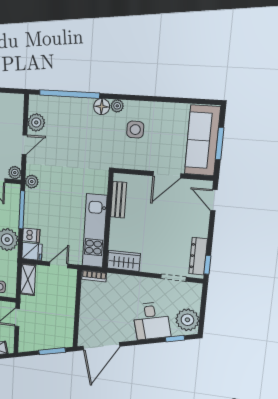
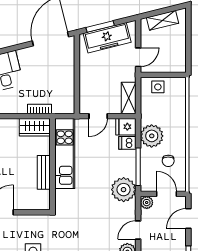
plant: (32, 182) -> (124, 190), width x1.87, depth x1.87
bench: (119, 200) -> (44, 172), moved
bookcase: (94, 276) -> (39, 109), moved
freezer: (46, 340) -> (107, 38), added

